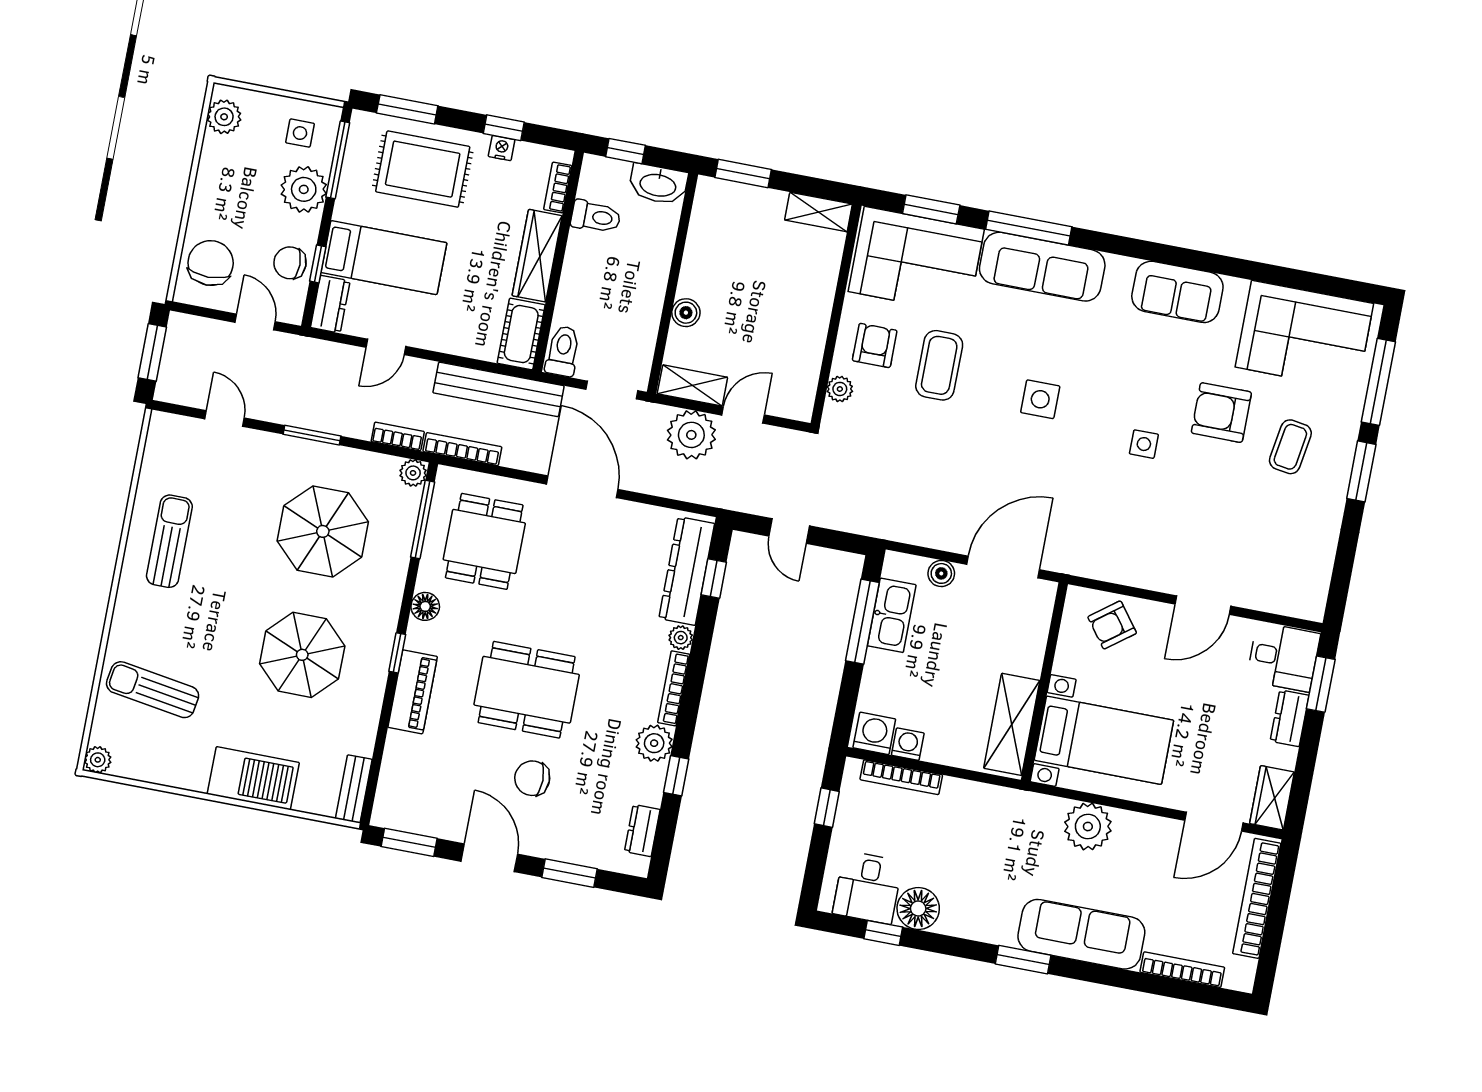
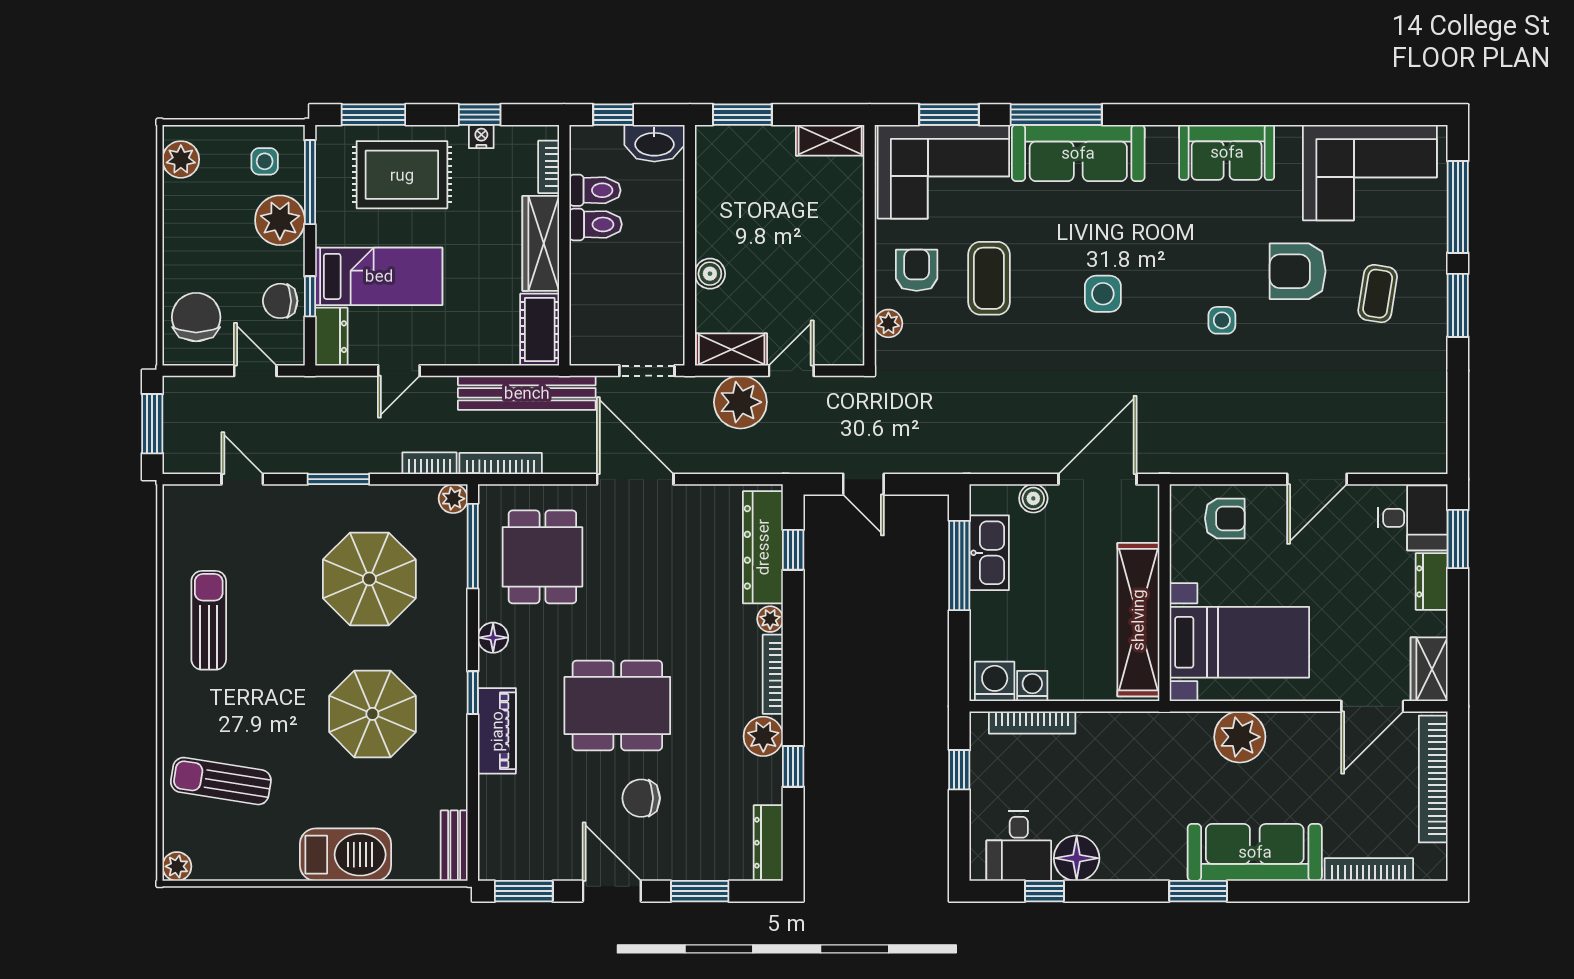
toilet: (563, 351) -> (596, 224), moved, turned 90
armchair: (1112, 625) -> (1225, 518), turned -143
shelving: (1012, 724) -> (1138, 620), width x1.47
dresser: (642, 831) -> (768, 843), width x1.44

